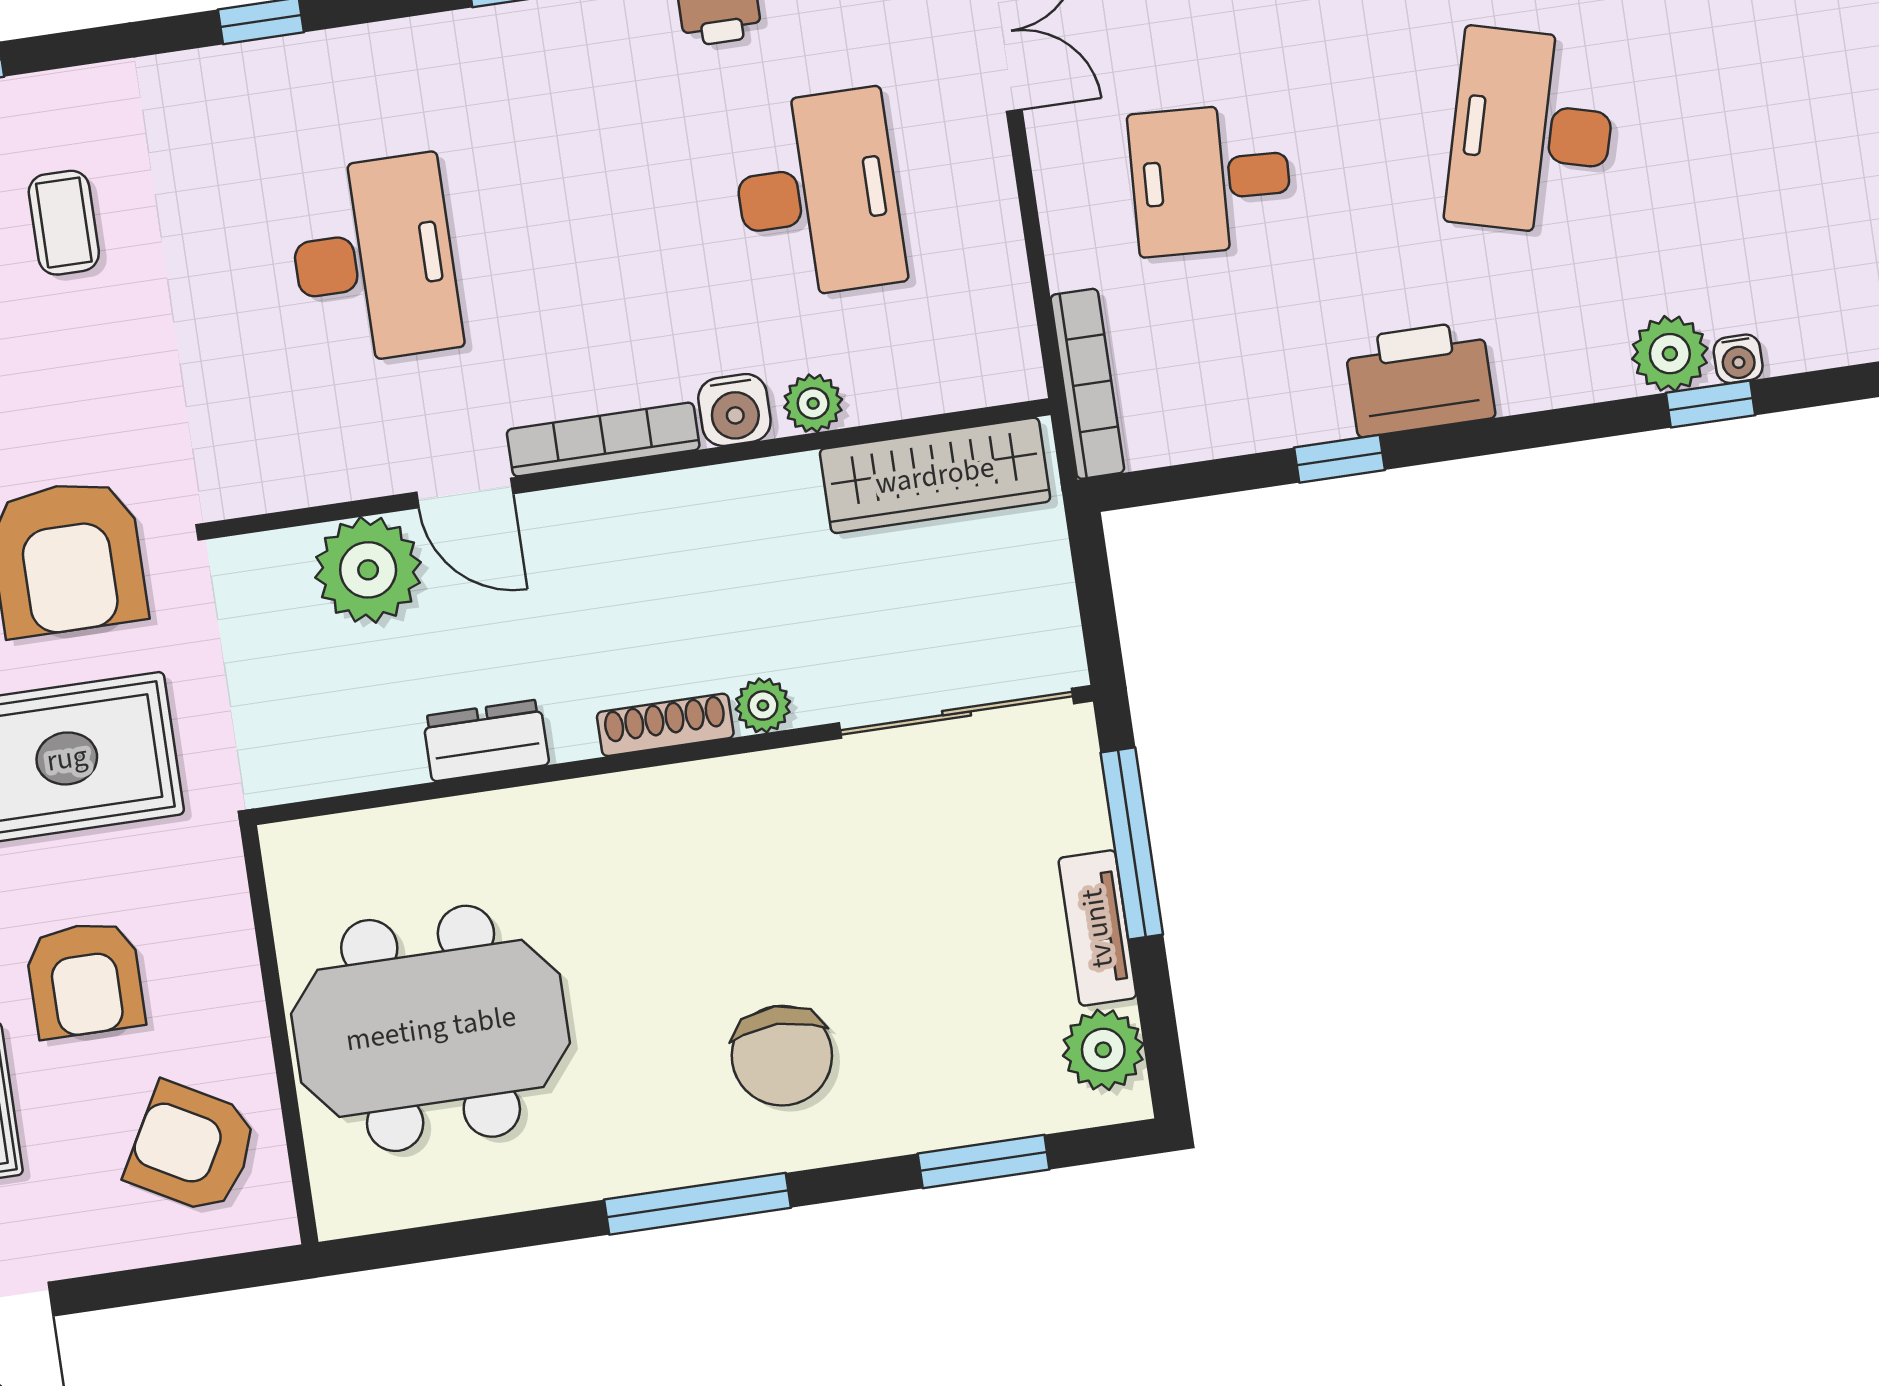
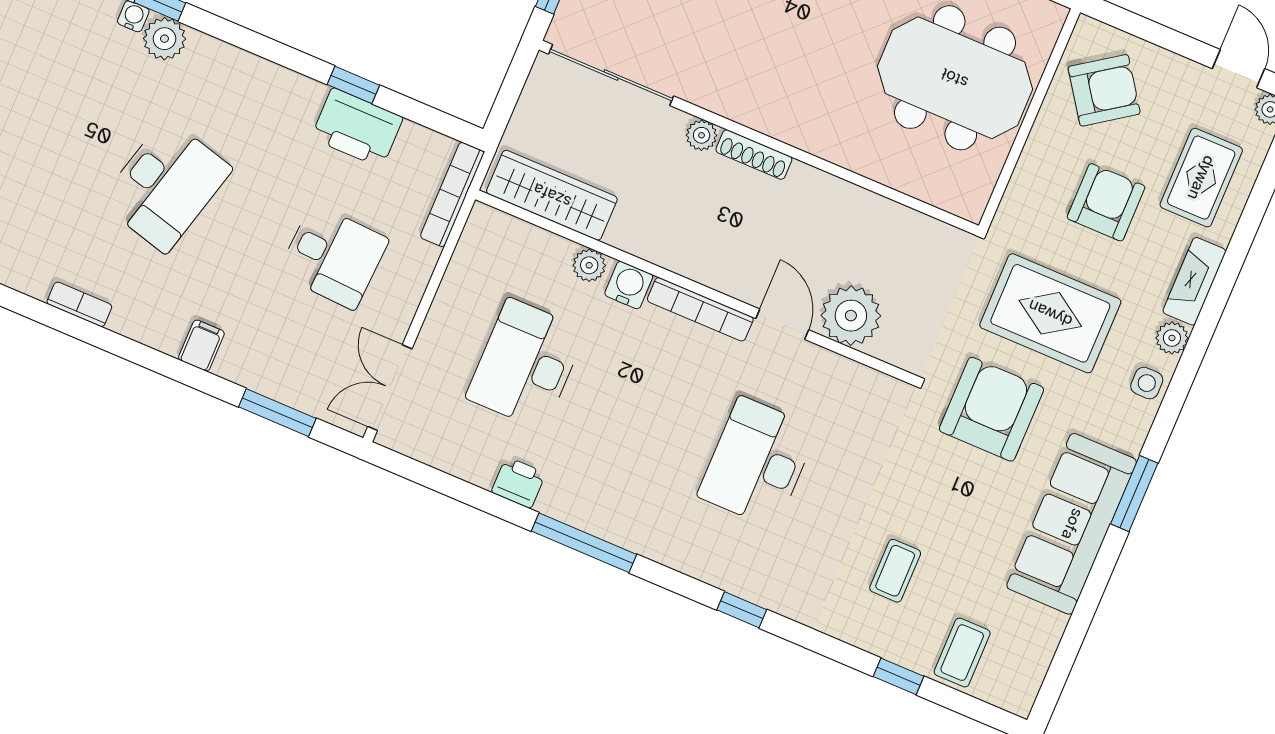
printer: (1420, 379) -> (357, 128), moved
dresser: (486, 740) -> (844, 199), removed
armchair: (192, 1148) -> (1104, 90), turned -64

